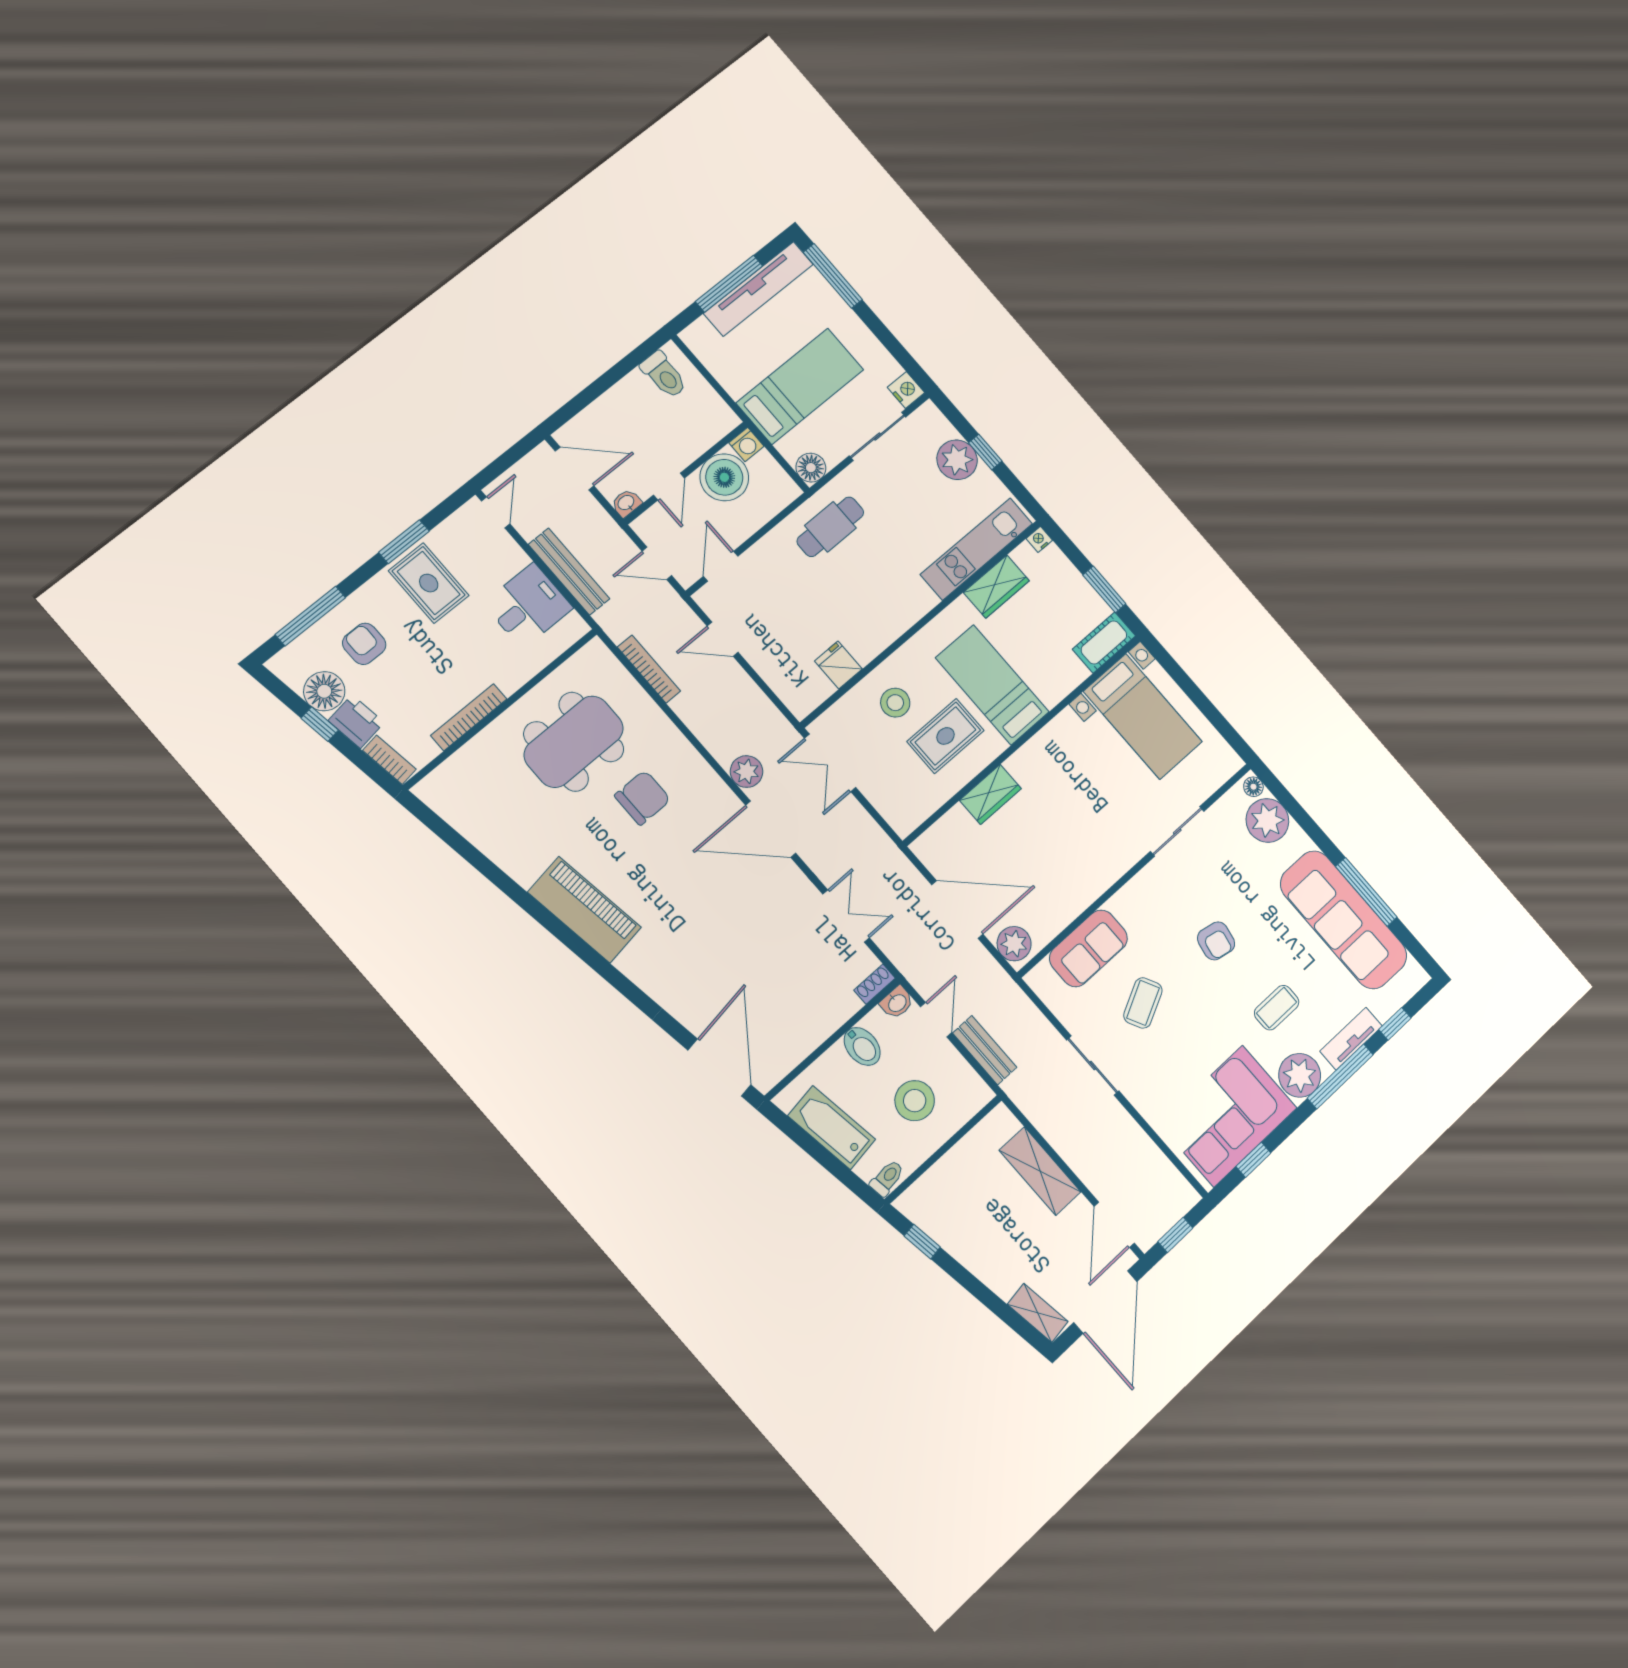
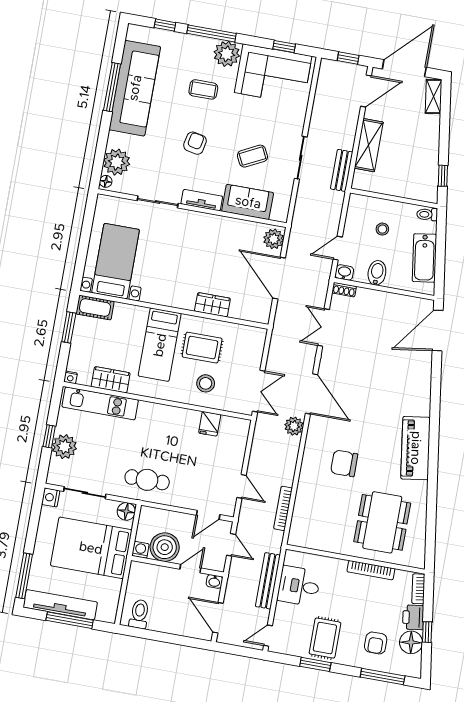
bed: (800, 386) -> (91, 548), width x1.50
dining table: (574, 742) -> (382, 522), moved, turned 90
tv unit: (1351, 1039) -> (202, 200), moved, turned 180
bench: (985, 1050) -> (342, 170), moved
stool: (915, 1101) -> (382, 229), width x0.53, depth x0.53

